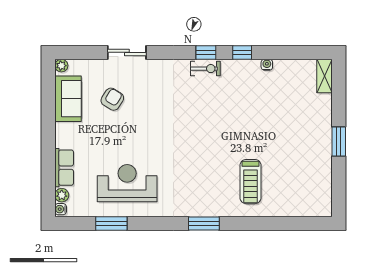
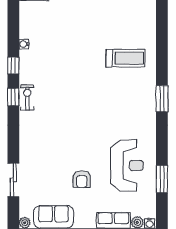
sliding door: (127, 52) -> (13, 180), moved
armchair: (112, 99) -> (82, 179), moved, turned -122
reception desk: (127, 183) -> (127, 165), turned 180

